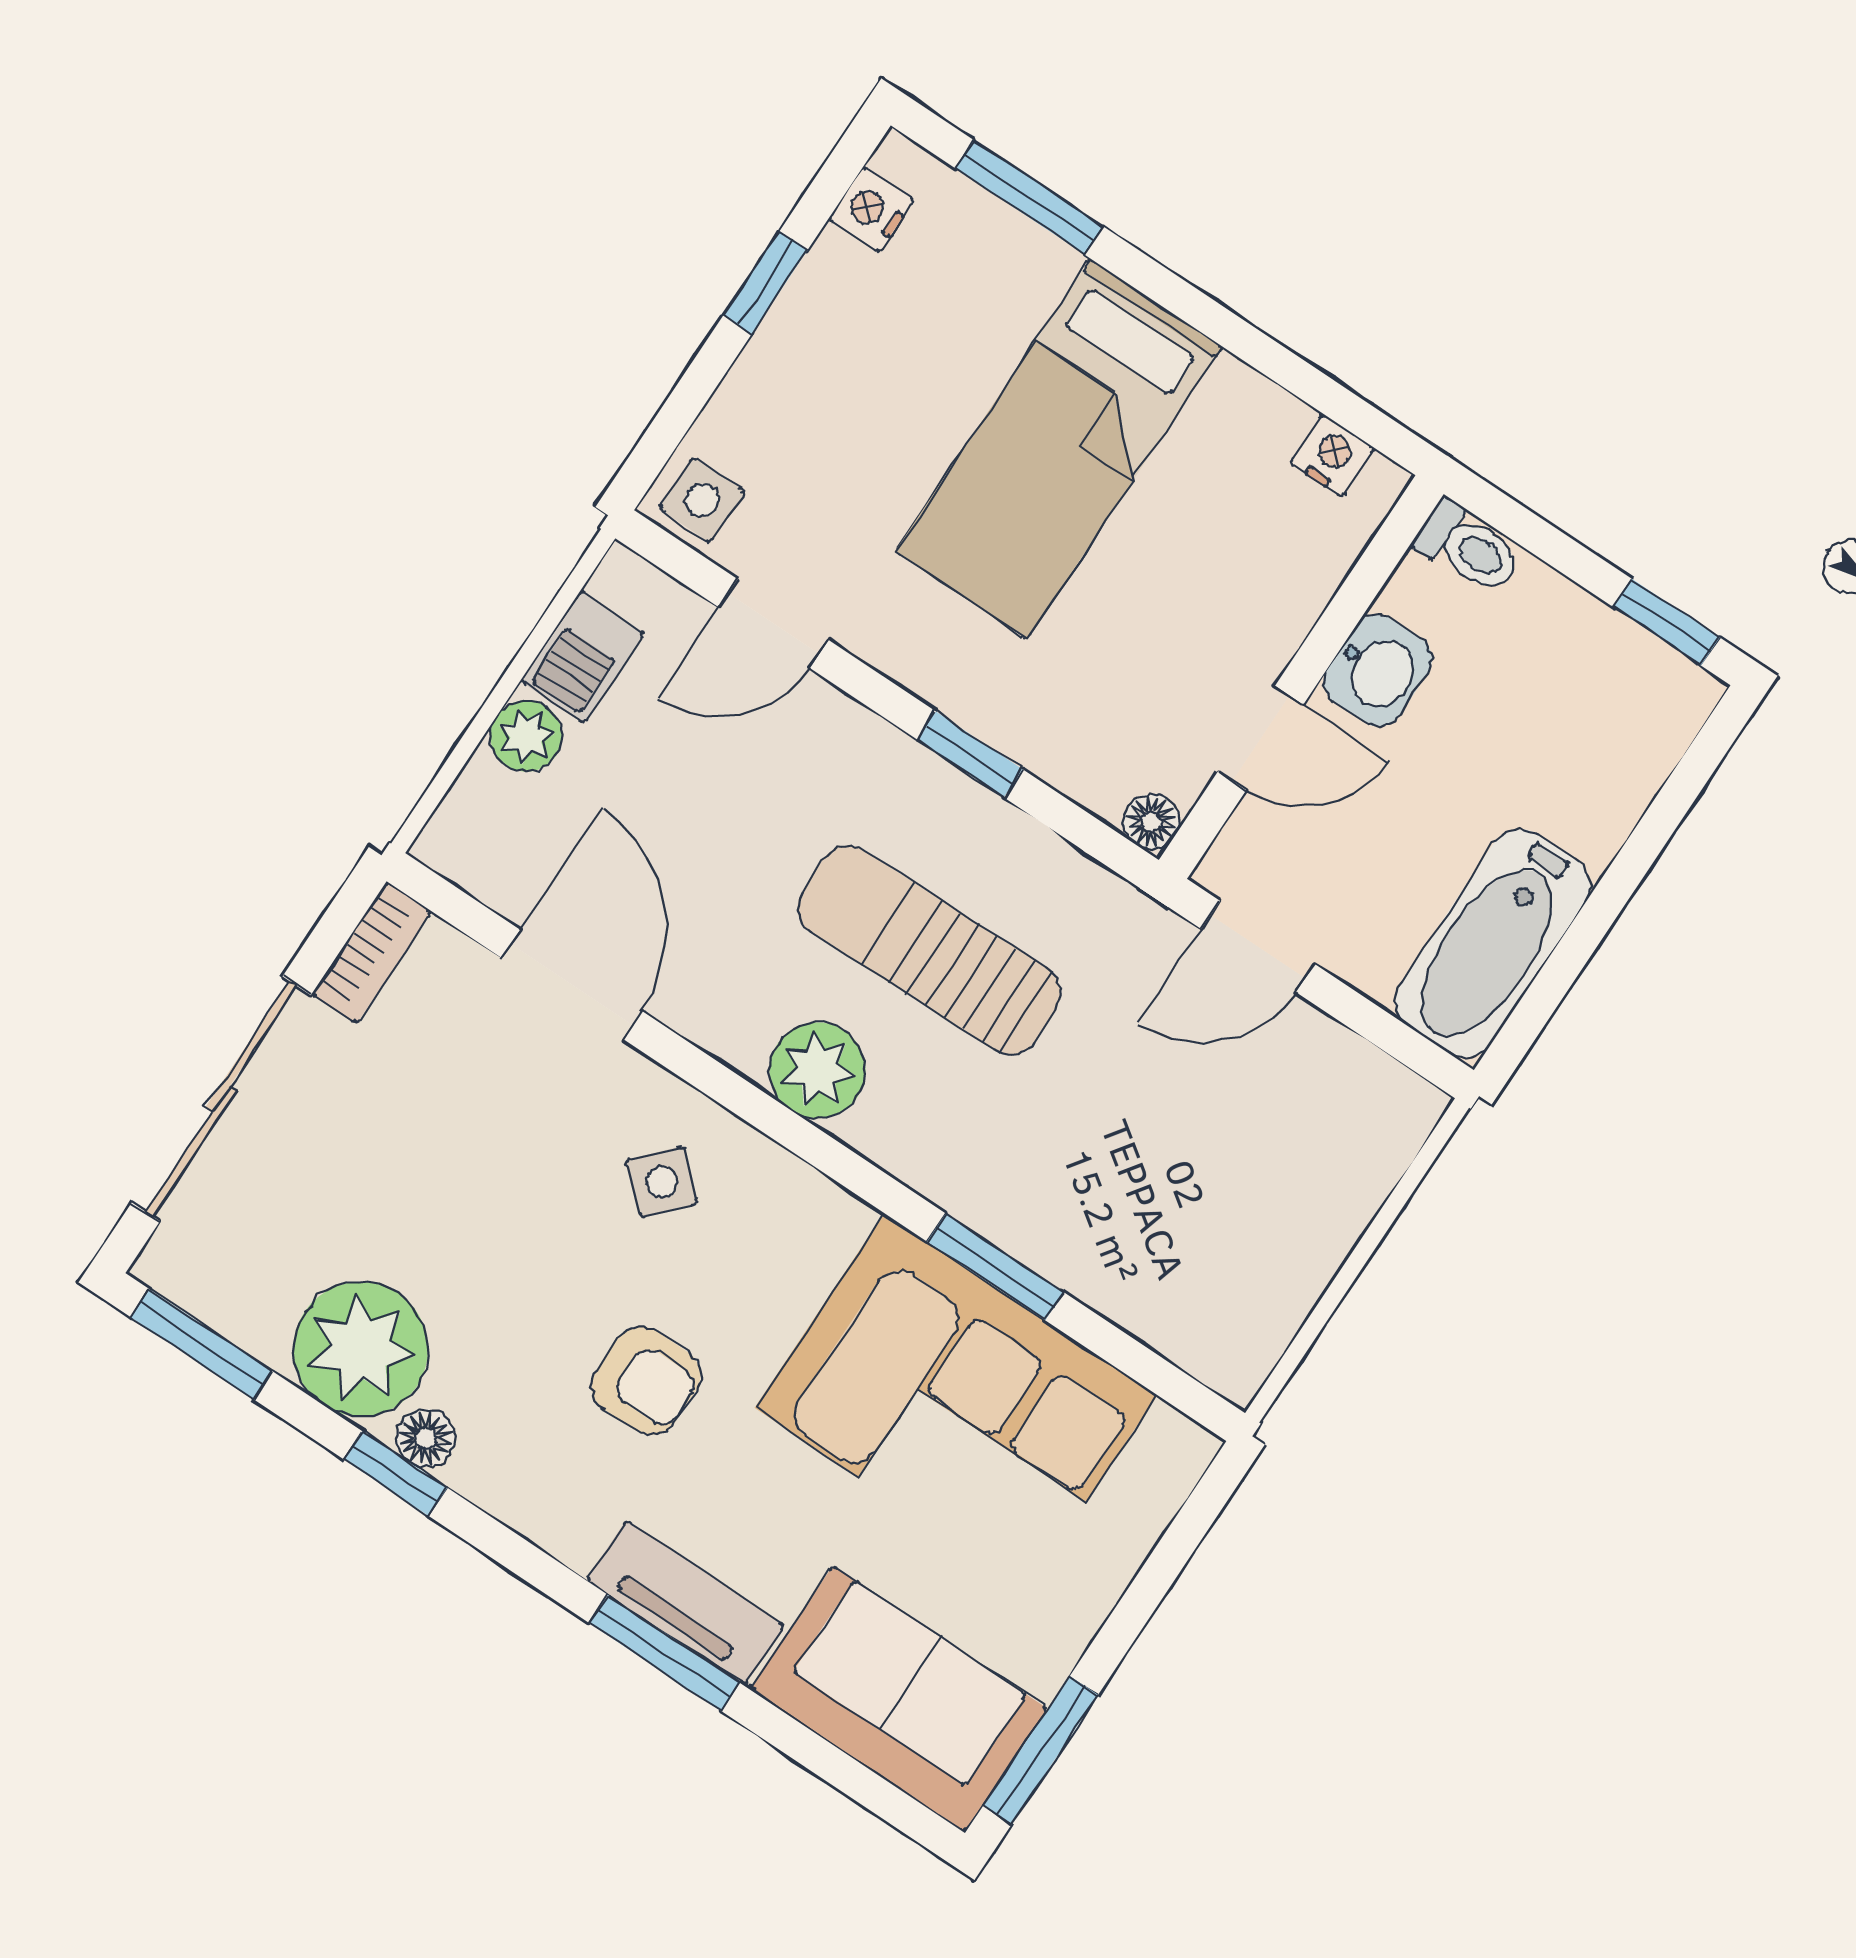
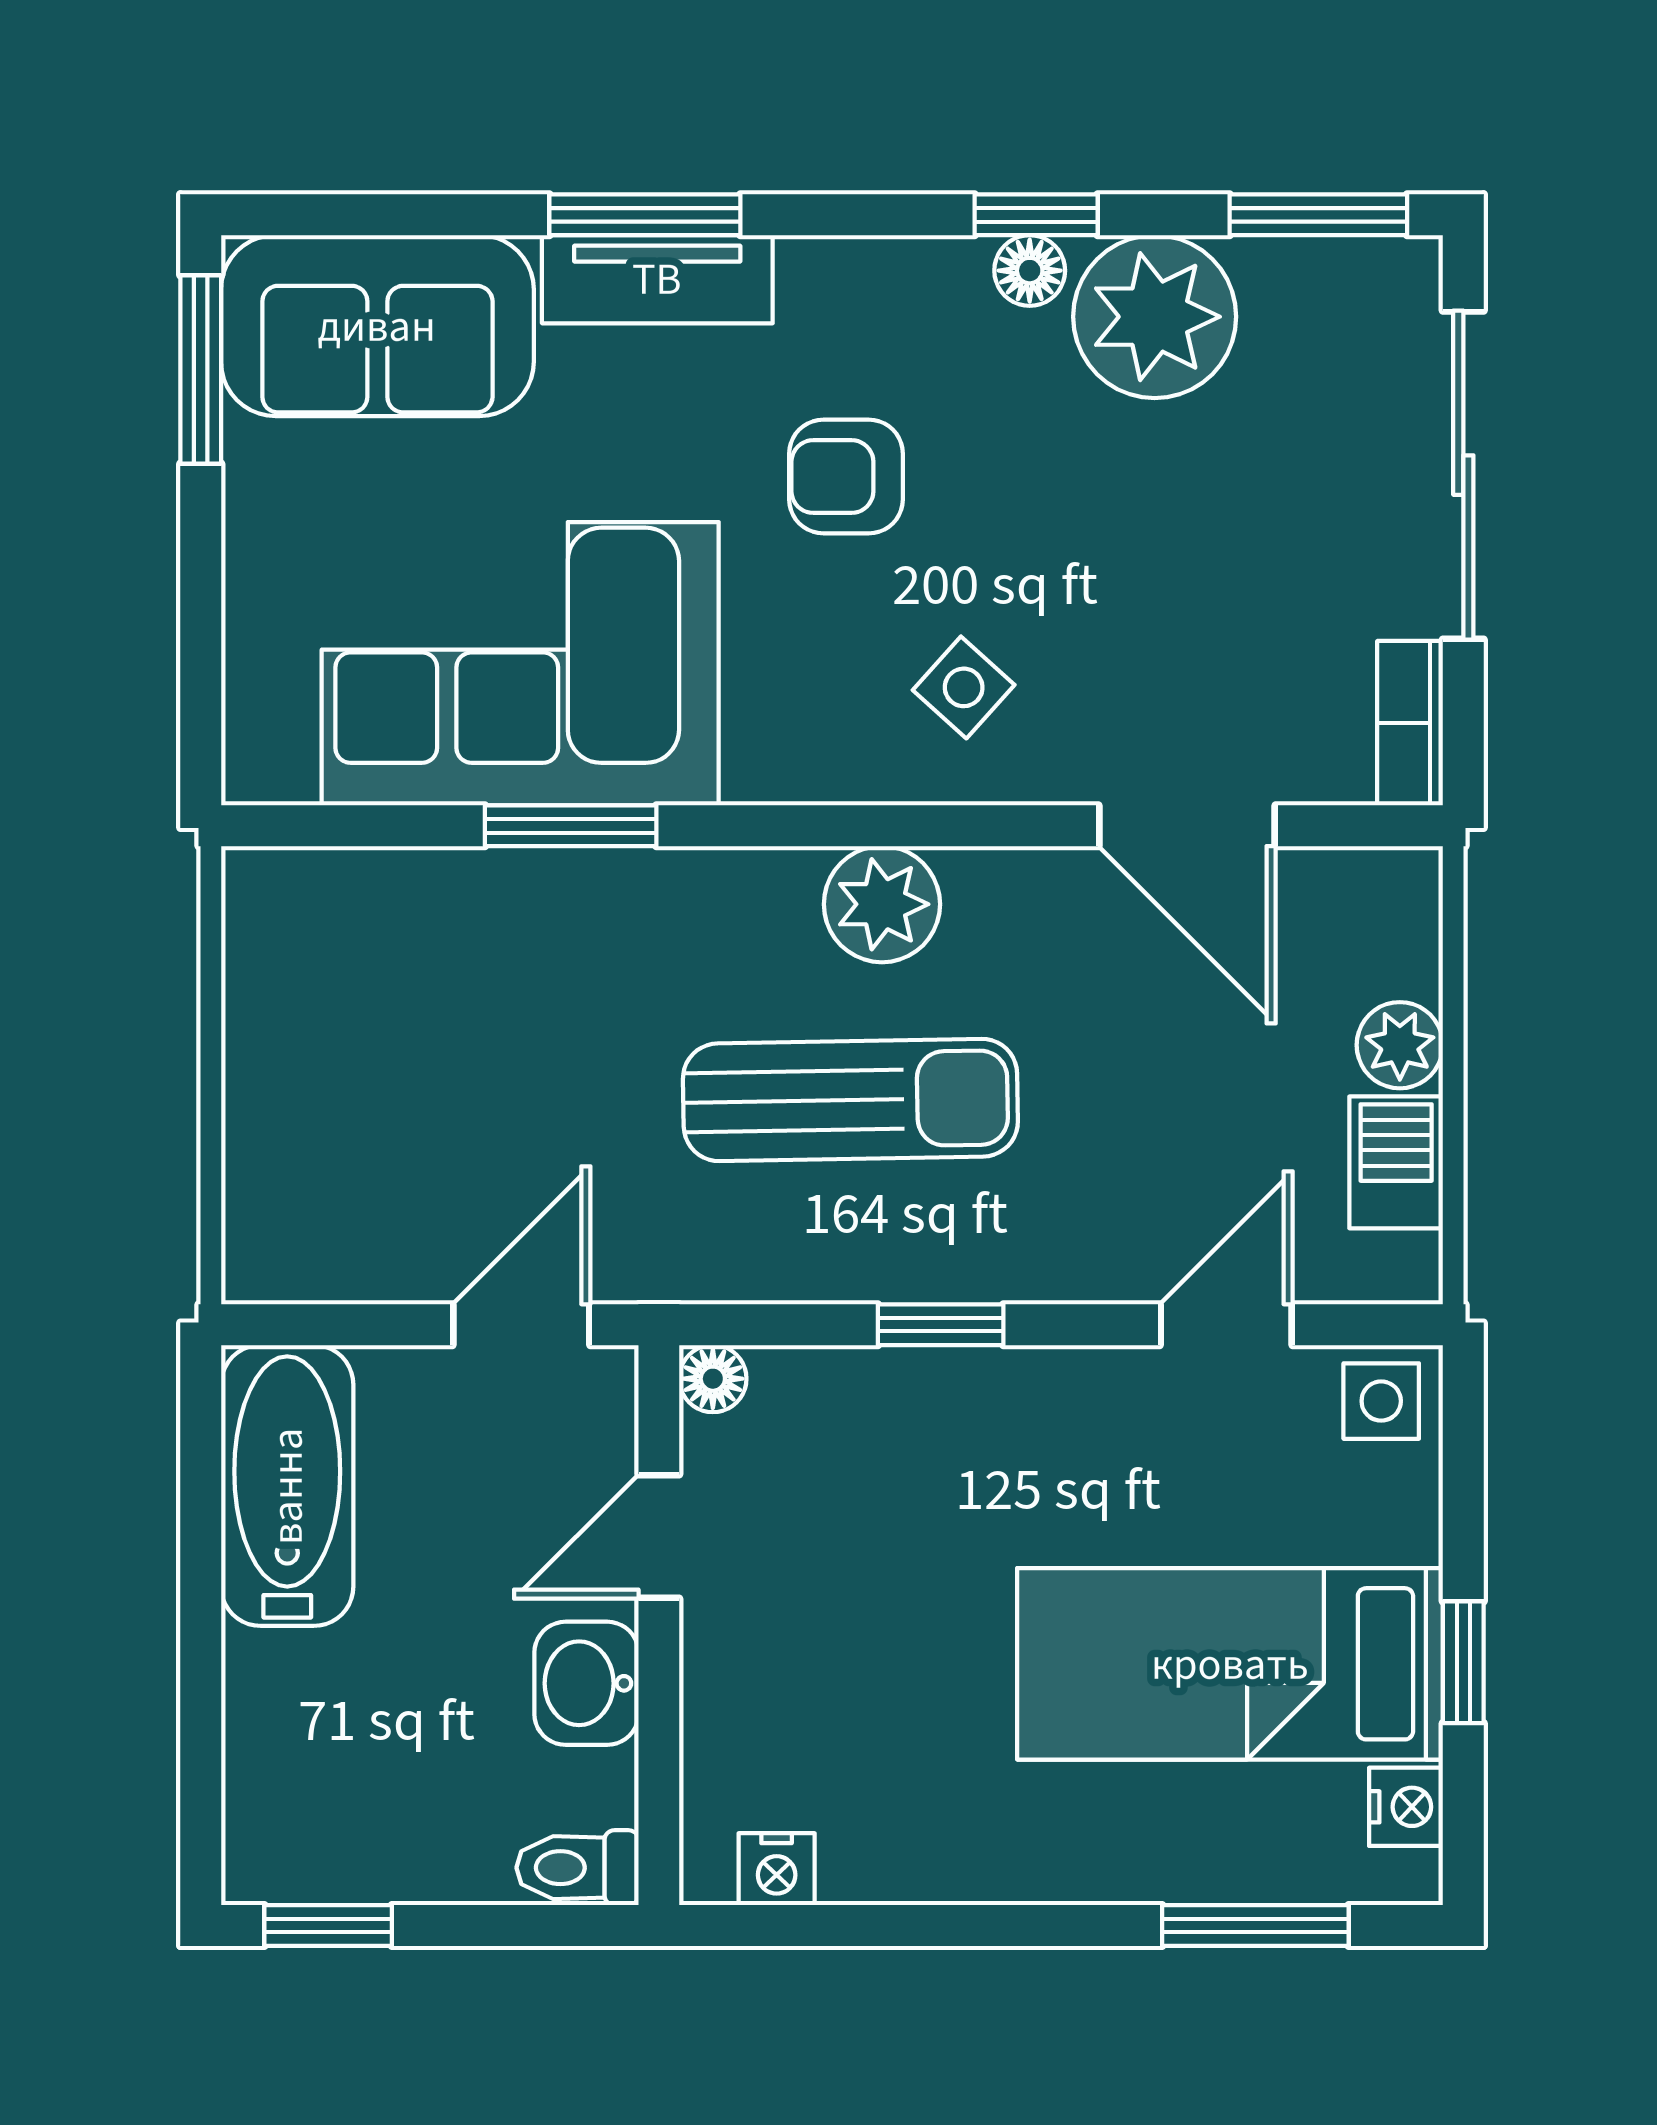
bed: (1059, 449) -> (1230, 1664), moved, turned -90

